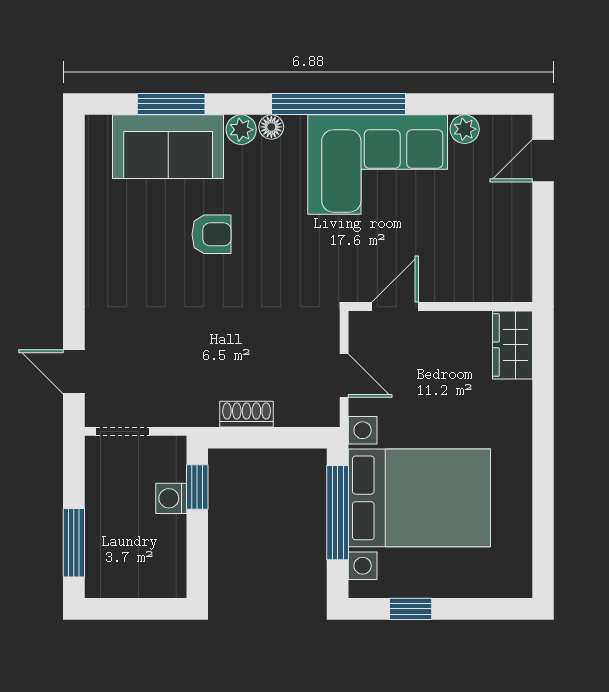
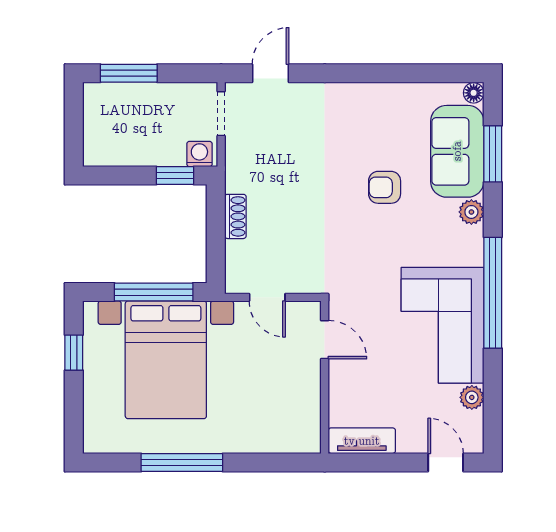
floor lamp: (271, 127) -> (474, 93), moved
armchair: (211, 234) -> (385, 187), turned 90
tv unit: (517, 262) -> (362, 441), added
wardrobe: (513, 345) -> (293, 437), removed
door: (344, 376) -> (267, 297), hinge flipped
window: (543, 479) -> (182, 462), added
washing machine: (171, 498) -> (199, 154), moved

